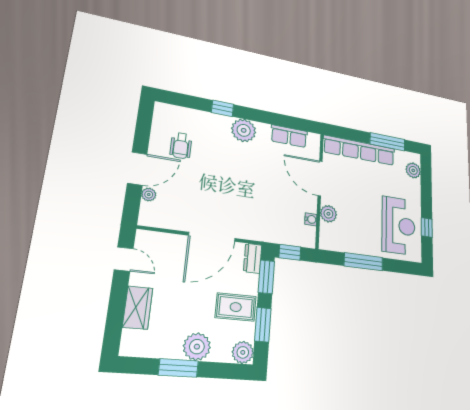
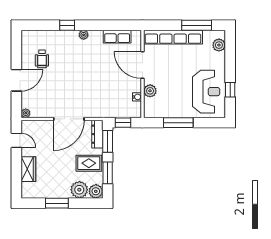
plant: (244, 130) -> (84, 35), width x0.53, depth x0.53
plant: (149, 195) -> (26, 113), moved
dresser: (253, 258) -> (97, 134), width x1.44
plant: (197, 347) -> (79, 190), moved

